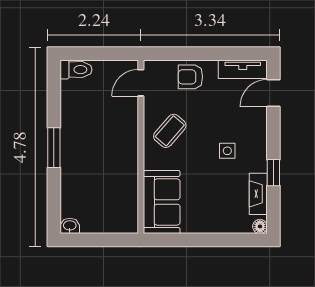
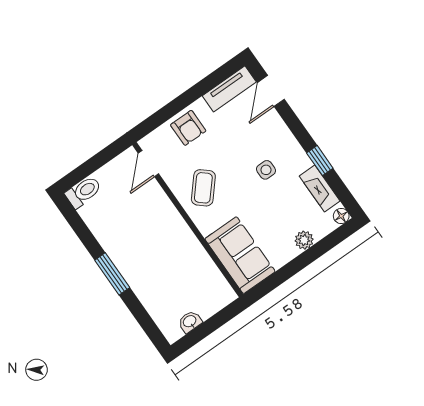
armchair: (190, 77) -> (188, 128), turned -90
plant: (219, 225) -> (304, 240), added
washbasin: (70, 226) -> (190, 322), moved

